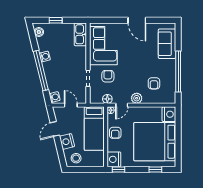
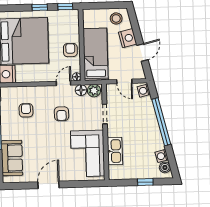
door: (137, 20) -> (49, 185), hinge flipped
kitchen sink: (80, 34) -> (115, 151), moved
washing machine: (45, 56) -> (162, 156), moved
armchair: (108, 76) -> (61, 114), moved
plant: (137, 98) -> (94, 91), moved
nightstand: (114, 159) -> (71, 18), removed
window: (155, 169) -> (40, 7), moved

